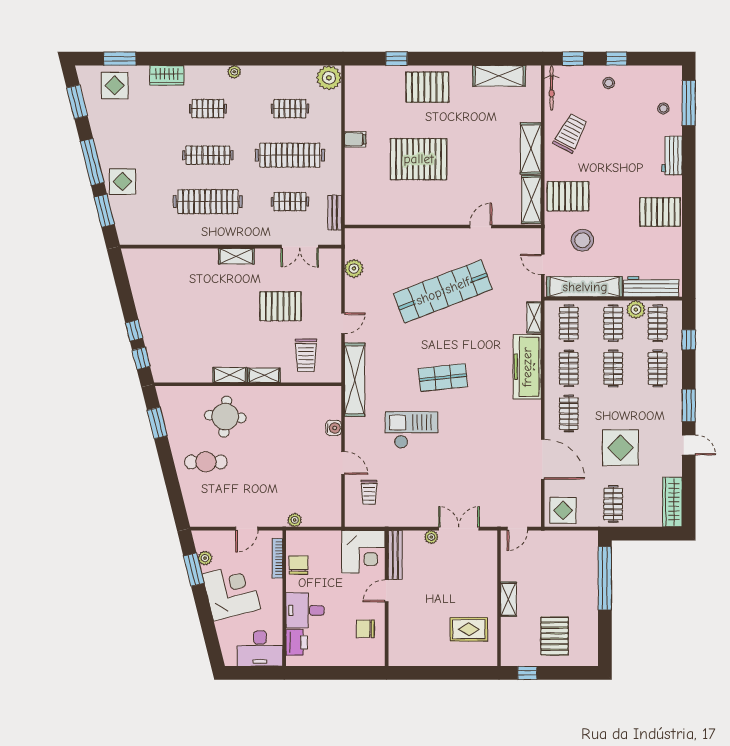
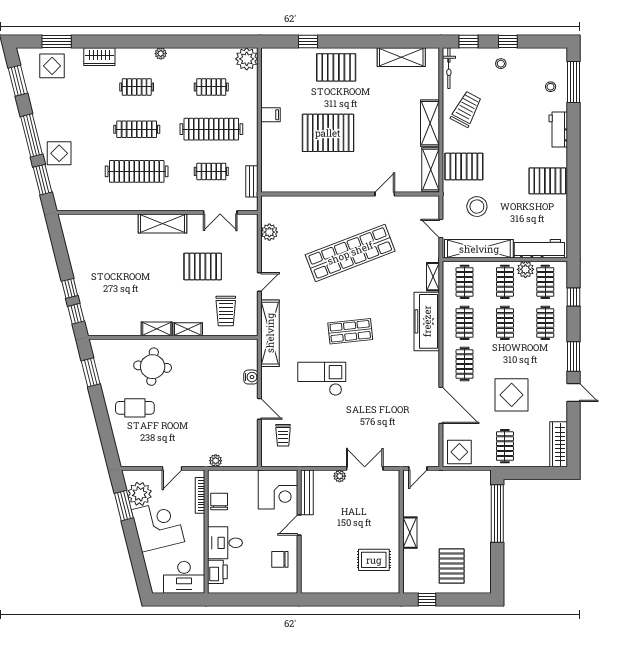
shelving: (236, 256) -> (163, 223), width x1.50, depth x1.33
plant: (205, 558) -> (140, 494), width x1.88, depth x1.88

